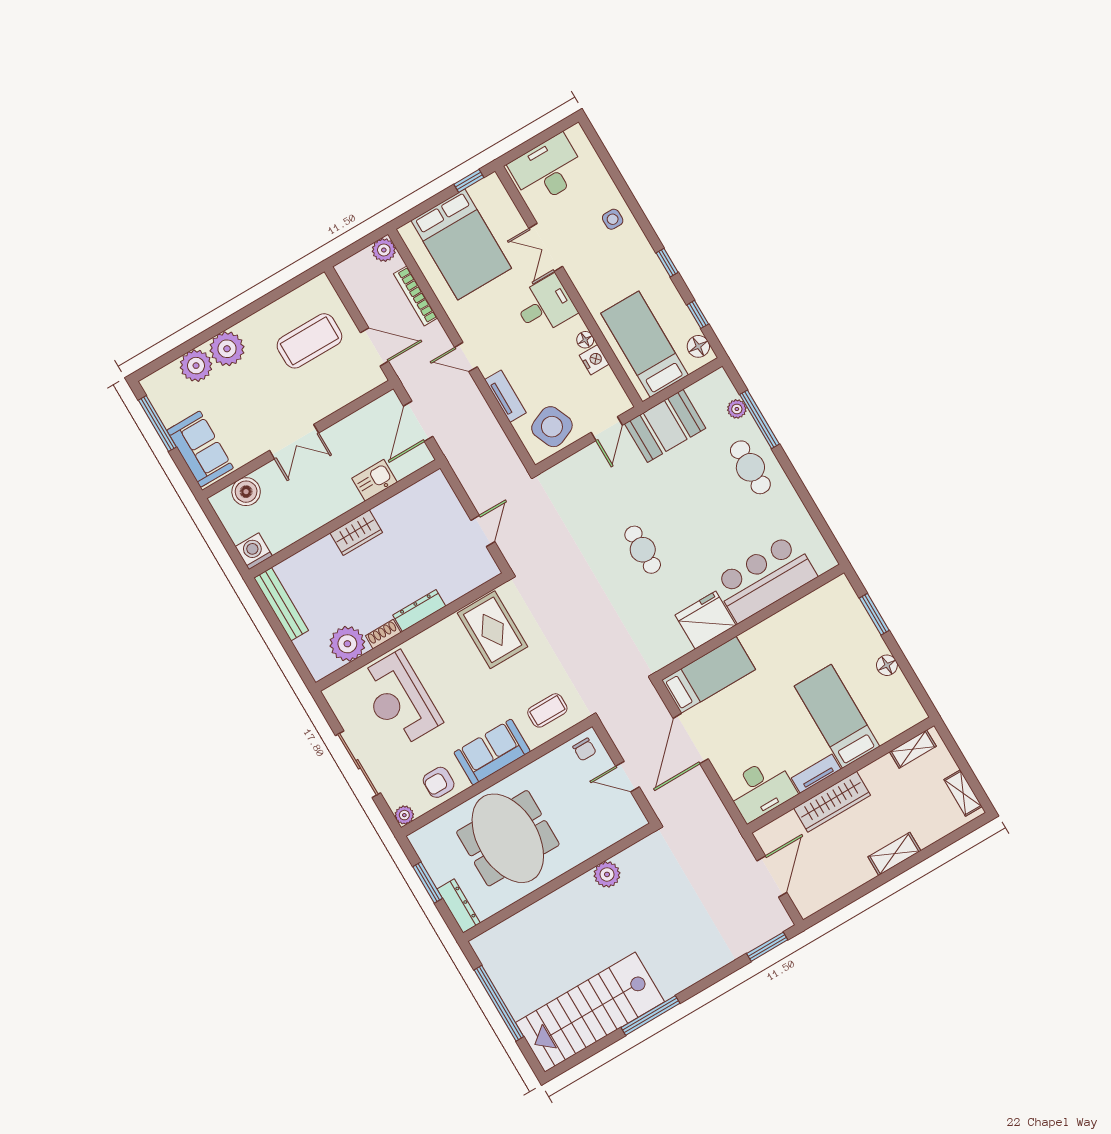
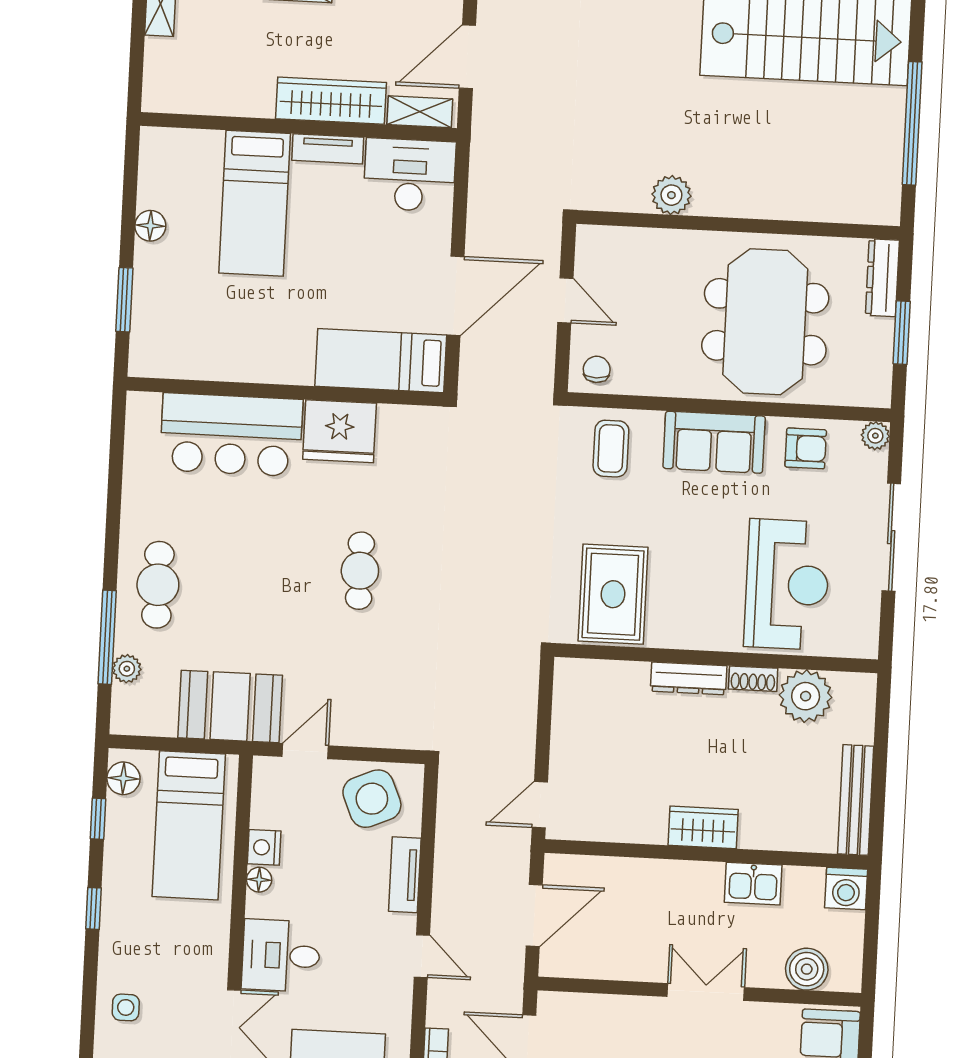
kitchen sink: (374, 480) -> (753, 884), moved
door: (483, 531) -> (540, 805), moved
coffee table: (547, 710) -> (611, 449), turned 90
shelving: (913, 749) -> (420, 112), moved

